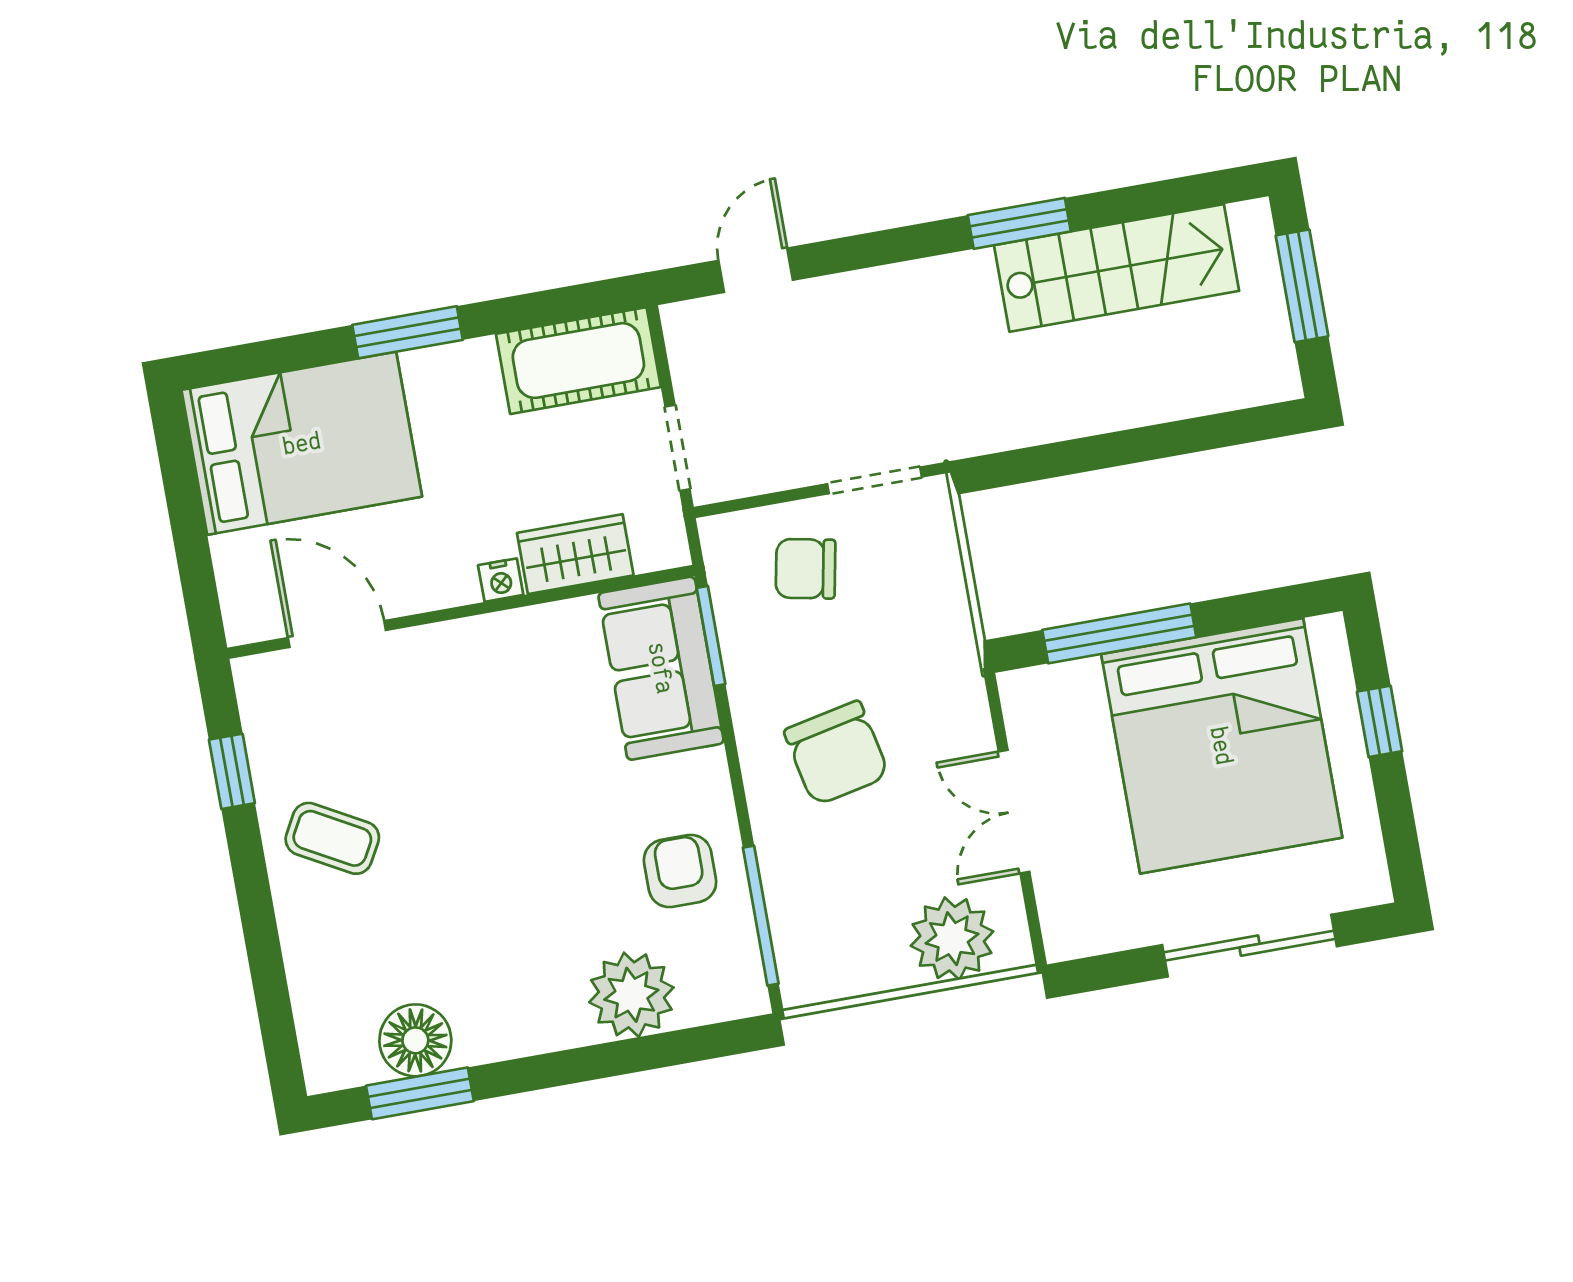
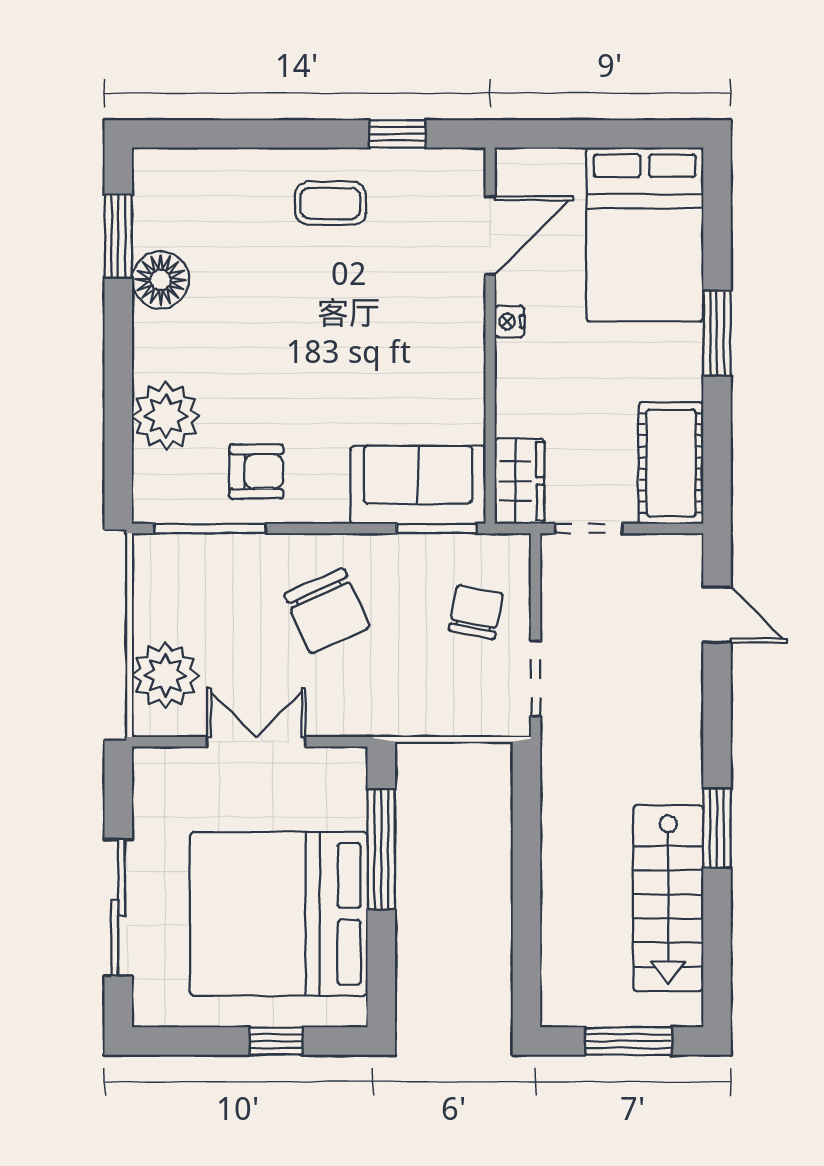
wardrobe: (575, 554) -> (519, 481), moved
nightstand: (501, 580) -> (510, 322), moved
chair: (837, 753) -> (327, 611), turned -102
coffee table: (332, 838) -> (331, 203), turned 61
floor lamp: (415, 1040) -> (160, 280), moved

